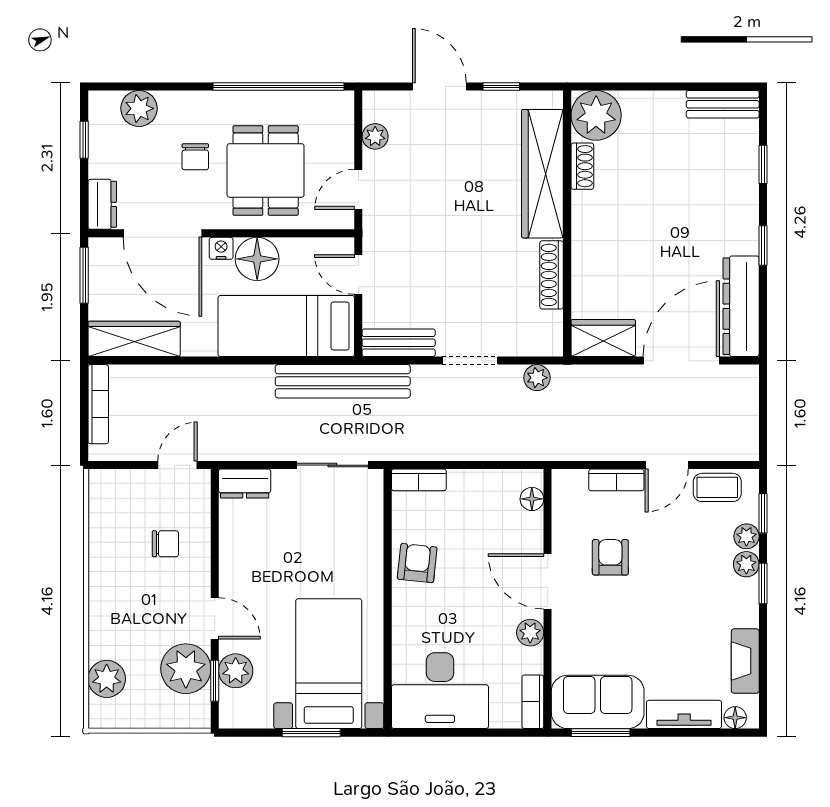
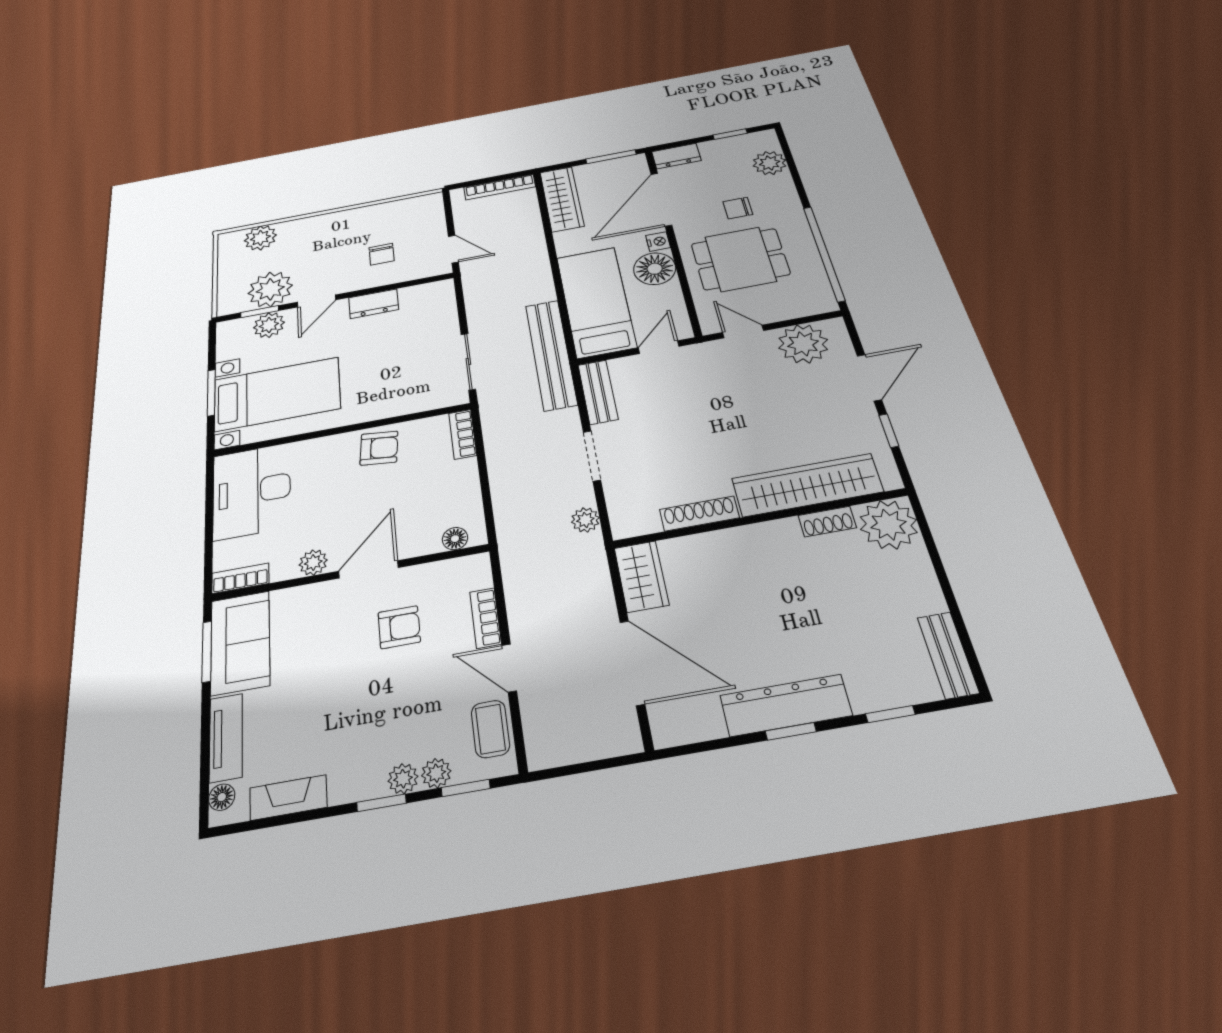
plant: (375, 136) -> (803, 344), width x1.88, depth x1.88
dresser: (741, 306) -> (786, 705), moved
dresser: (245, 484) -> (374, 304), moved, turned -90

